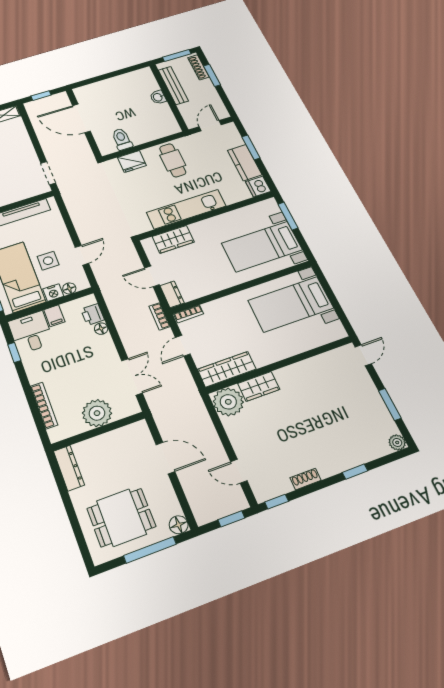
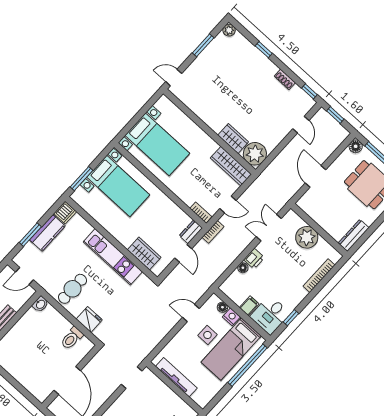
washbasin: (158, 97) -> (40, 304), moved
printer: (93, 314) -> (254, 259), moved

